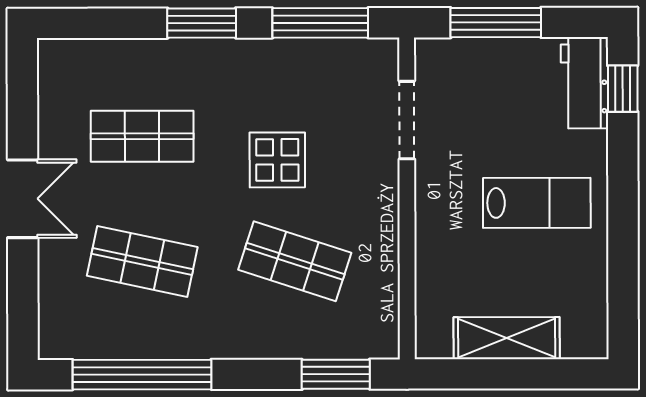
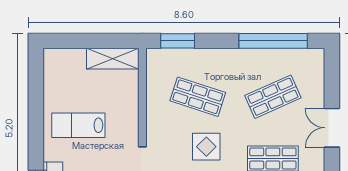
shop shelf: (142, 261) -> (273, 97), turned -36
shelving: (507, 338) -> (113, 59), moved

